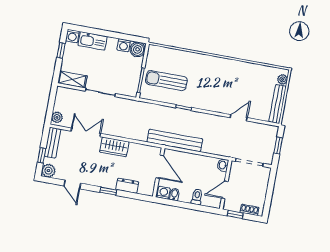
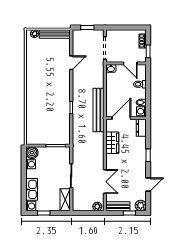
sun lounger: (166, 81) -> (52, 125), removed
door: (239, 118) -> (71, 63), swing flipped
double door: (86, 132) -> (105, 182), swing flipped
wardrobe: (114, 147) -> (112, 143), moved
dresser: (127, 186) -> (141, 128), moved

